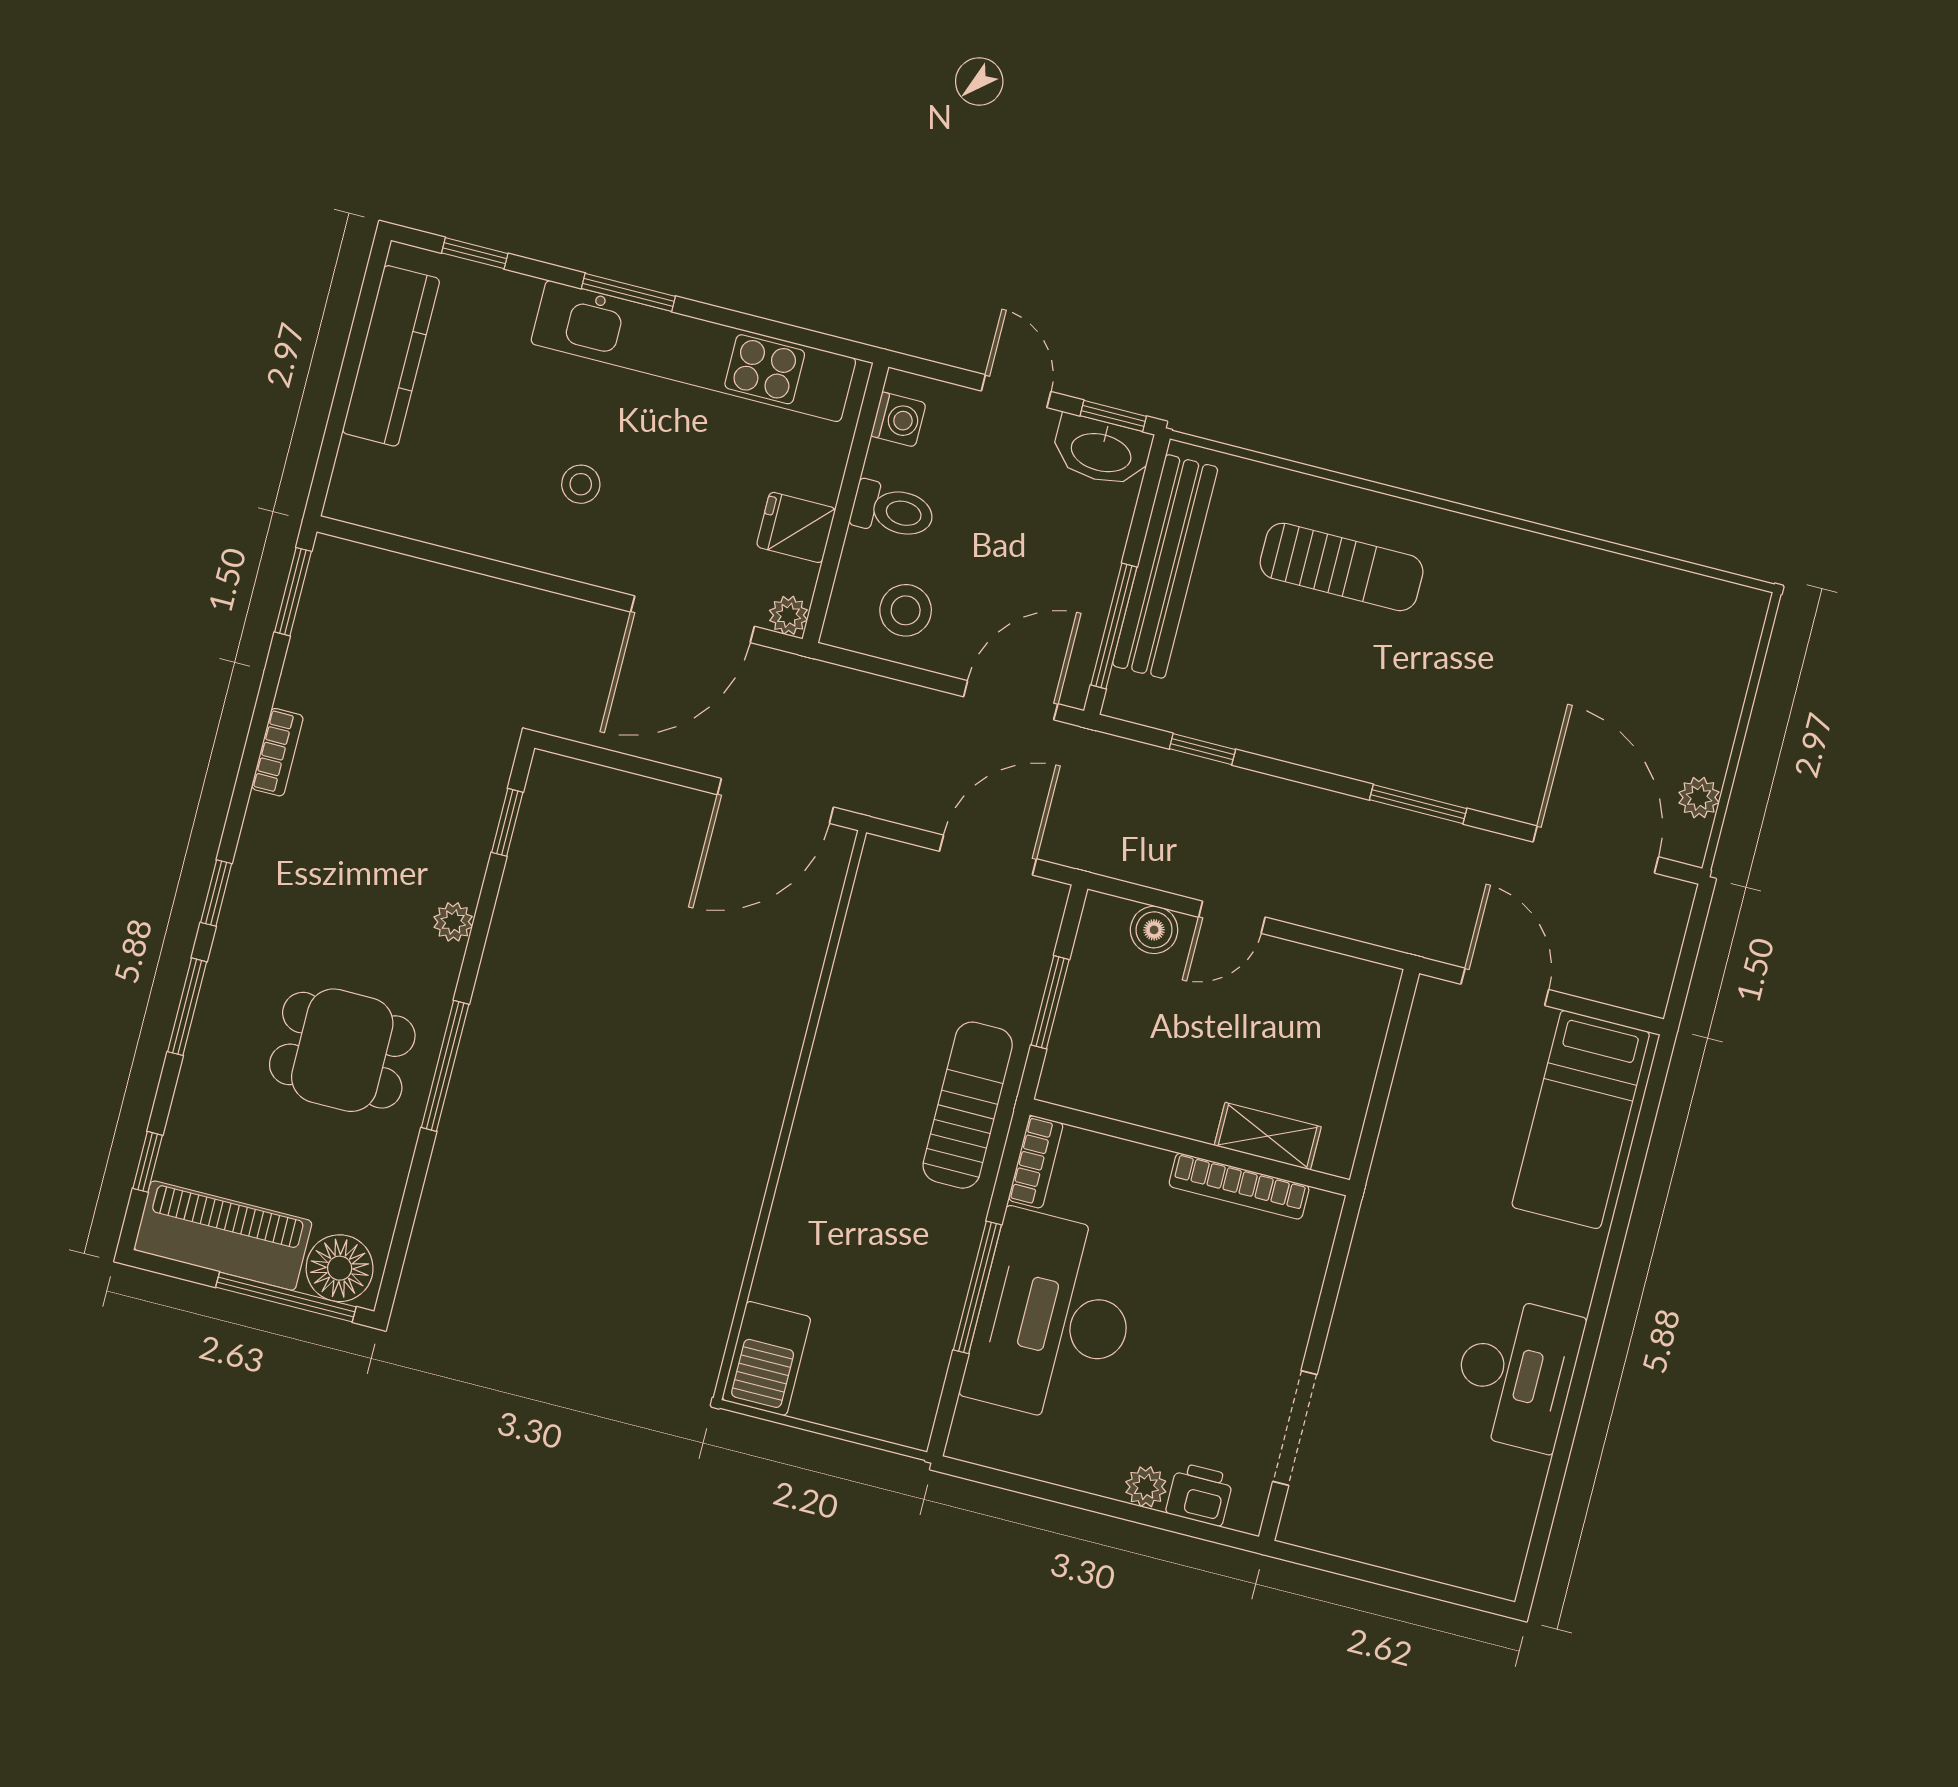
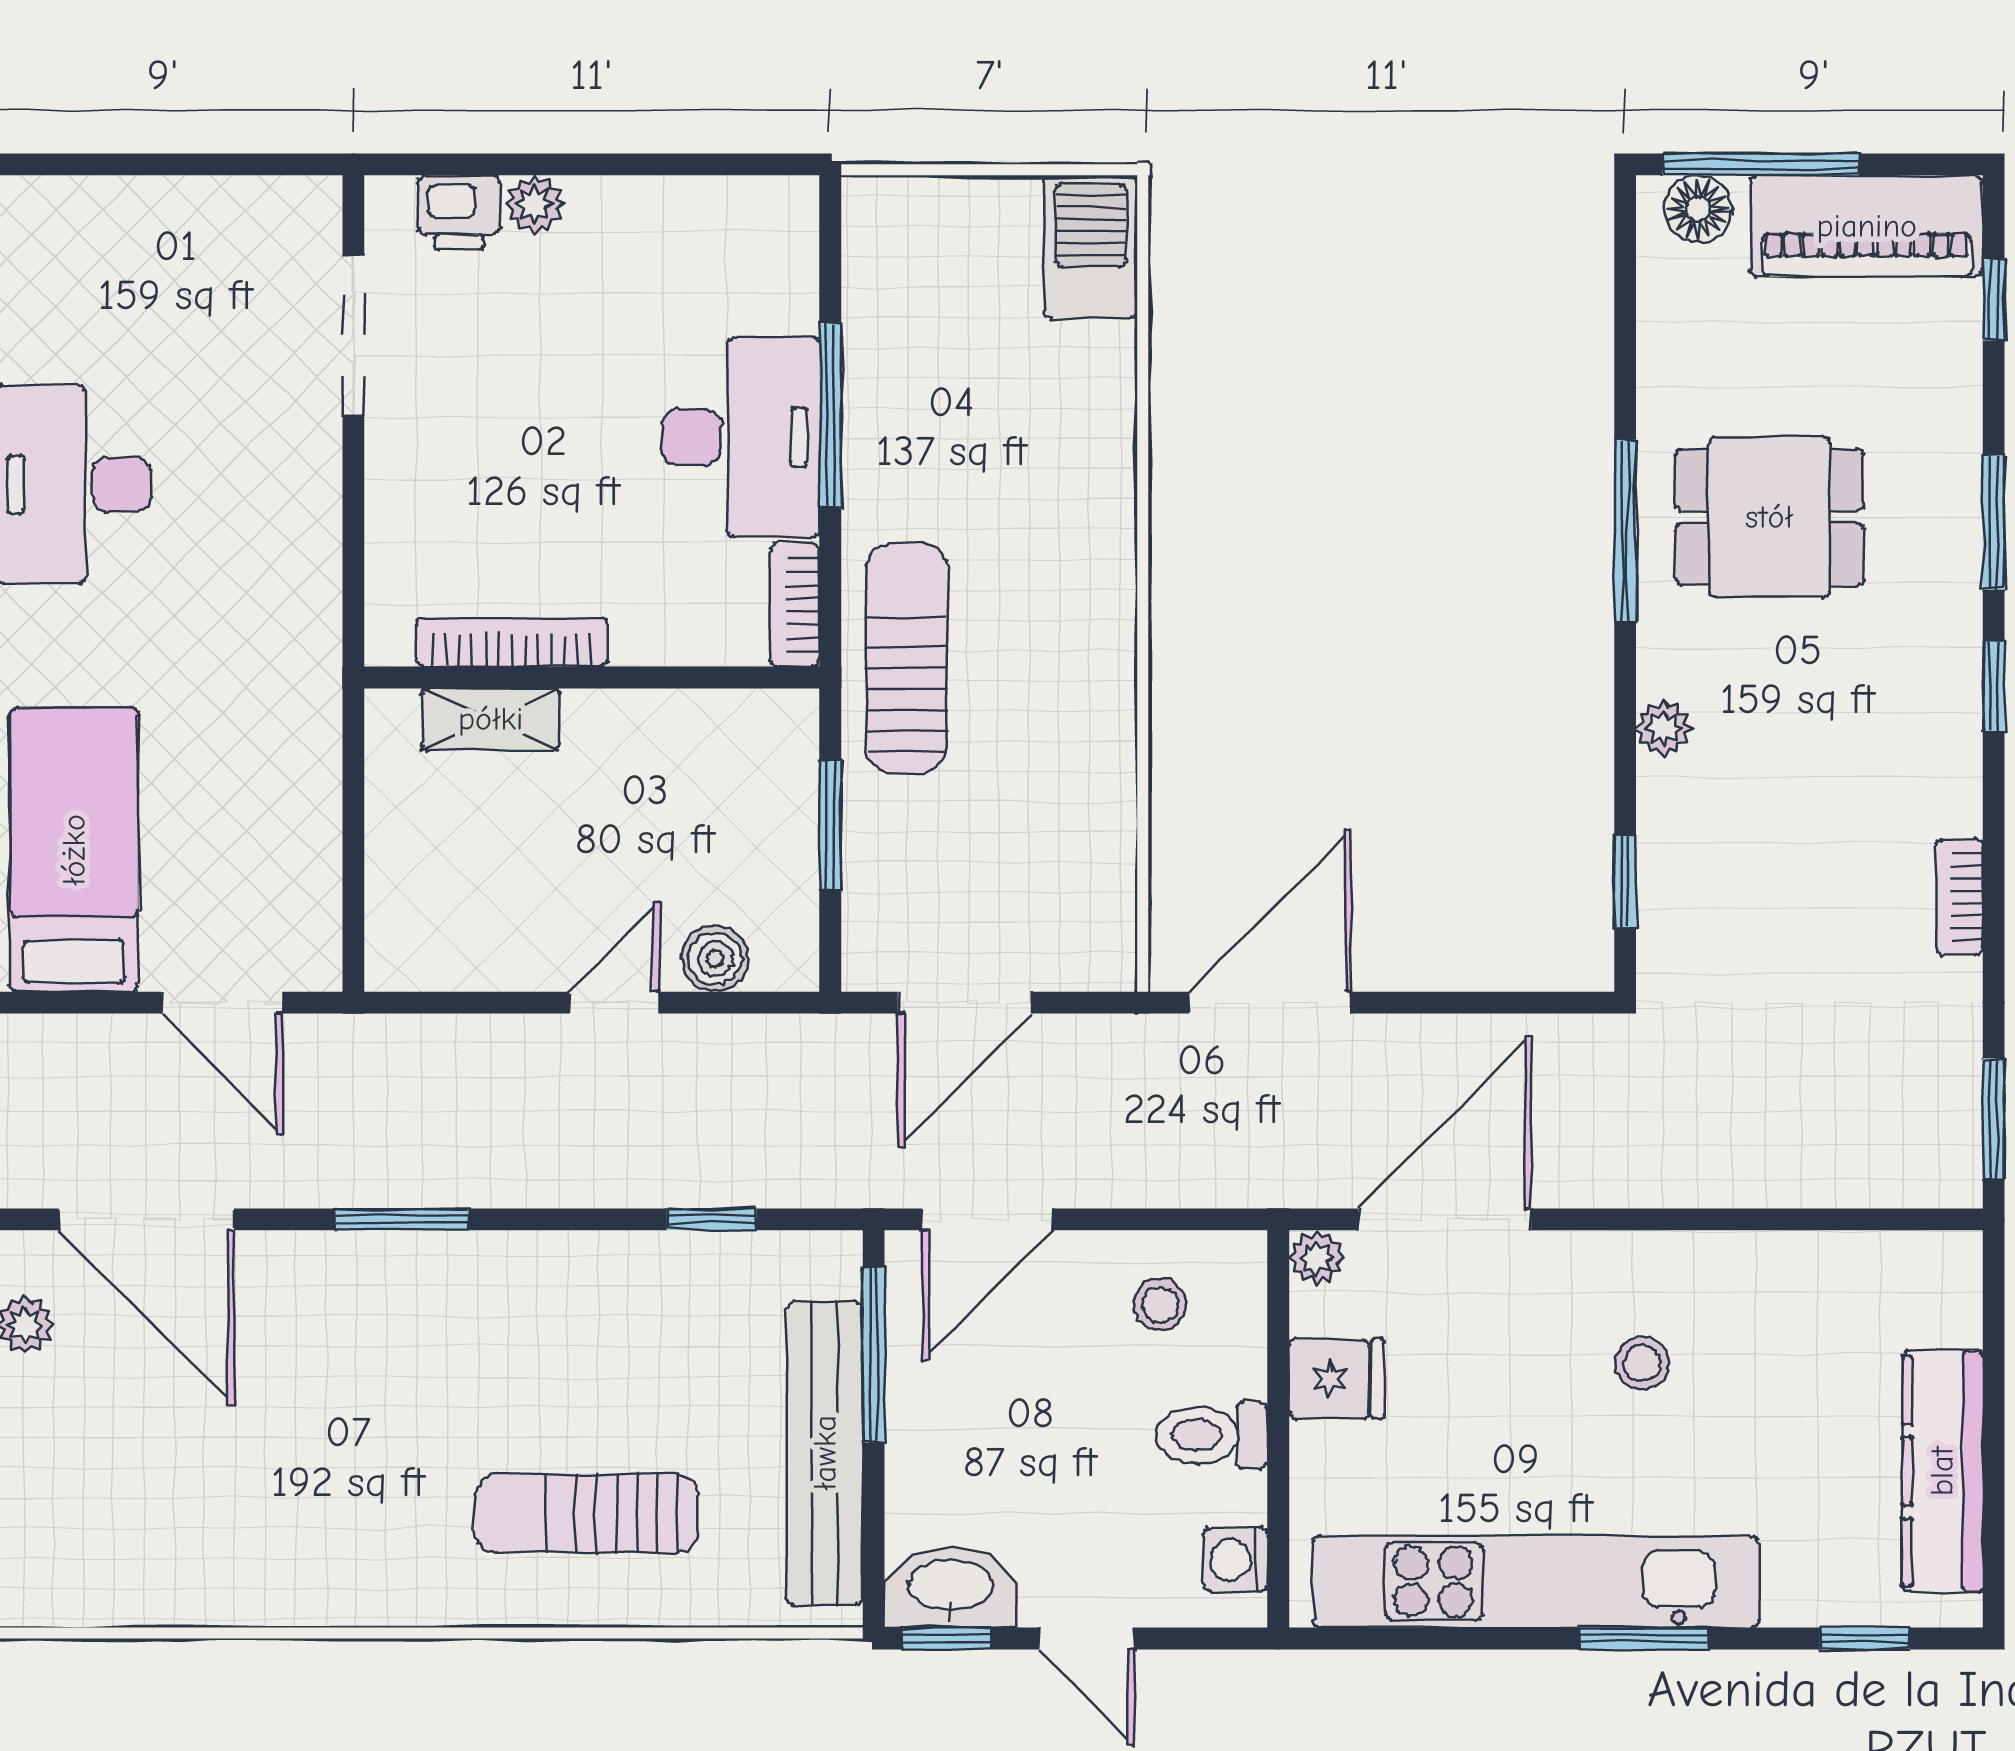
stool: (906, 610) -> (1160, 1305), width x0.73, depth x0.73
sun lounger: (968, 1105) -> (906, 658), turned 180
floor lamp: (340, 1268) -> (1698, 209), width x0.73, depth x0.73
desk: (1054, 1318) -> (740, 437), width x0.73, depth x0.77

